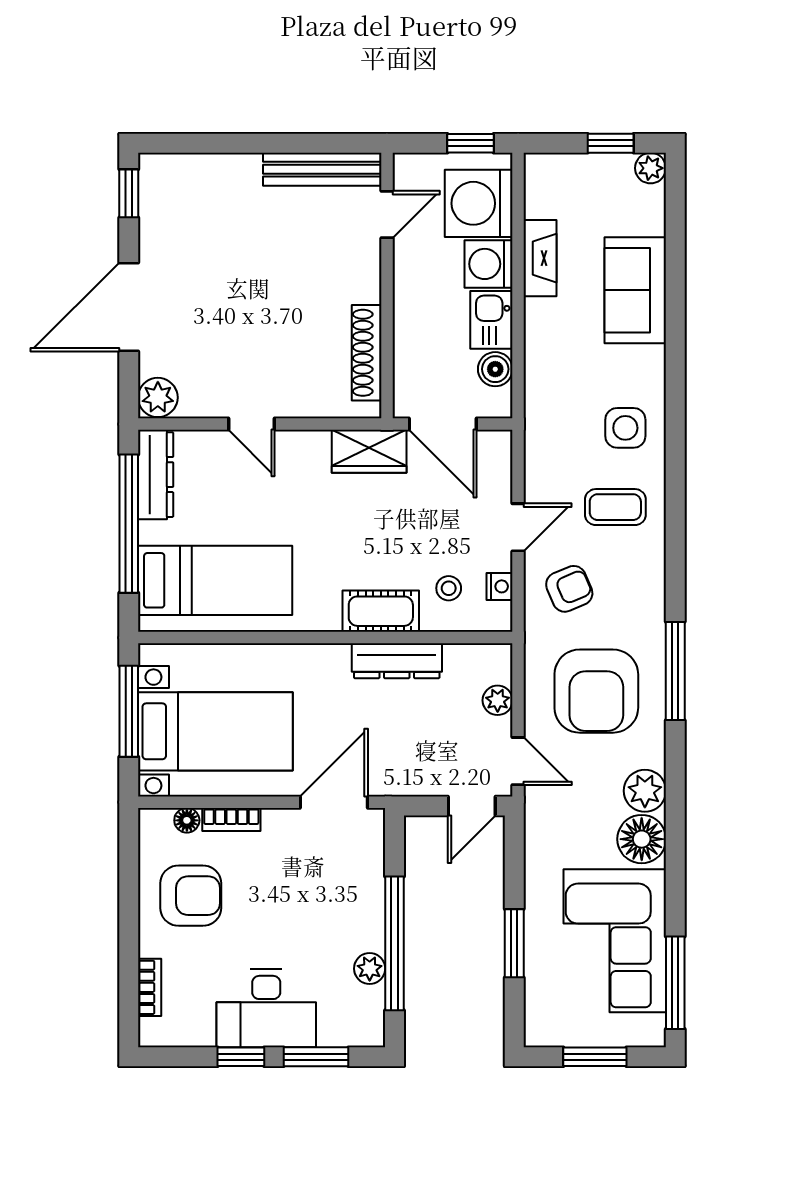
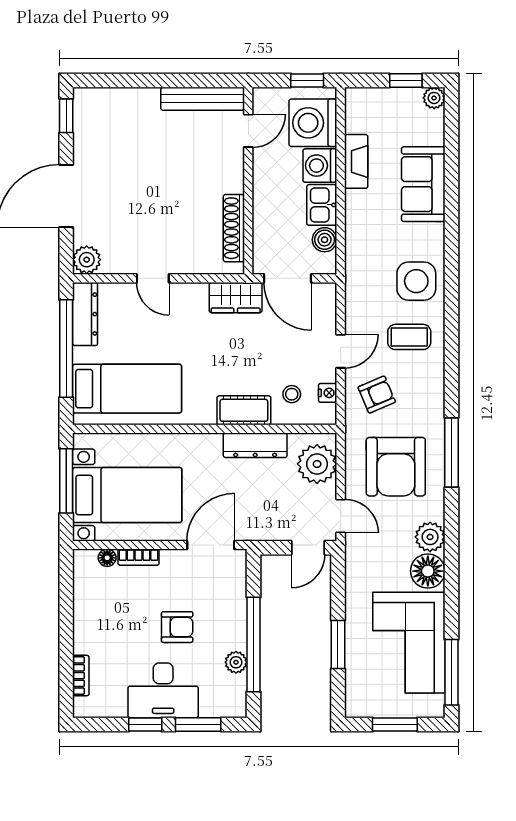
side table: (625, 428) -> (416, 281), width x1.37, depth x1.37
plant: (498, 700) -> (317, 464), width x1.88, depth x1.88
armchair: (191, 896) -> (177, 627), moved, width x0.72, depth x0.72

